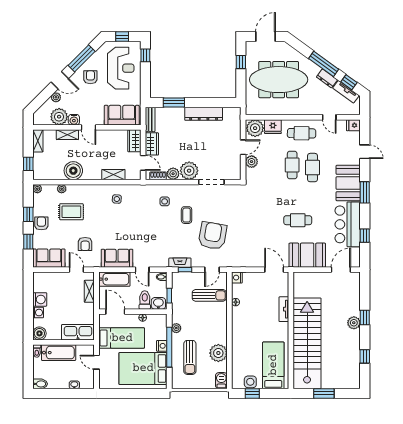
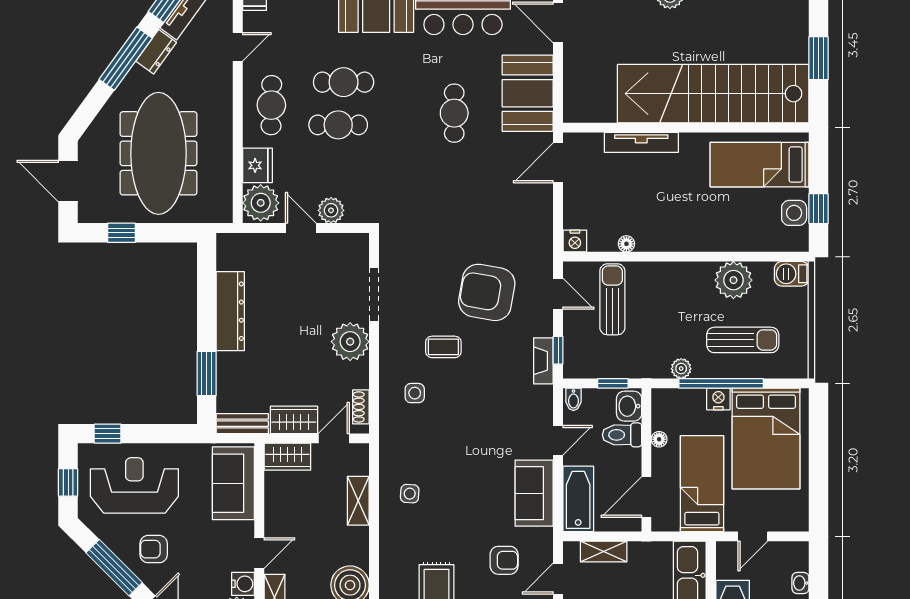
plant: (173, 174) -> (357, 375), removed
tv unit: (284, 309) -> (641, 142), width x1.41

